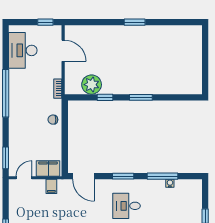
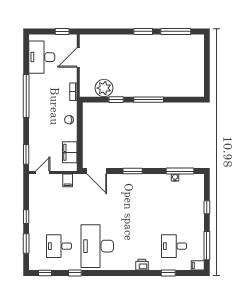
window: (171, 22) -> (176, 31), added
door: (63, 51) -> (78, 57), swing flipped
window: (141, 97) -> (149, 100), width x1.44
filing cabinet: (48, 168) -> (70, 152), moved, turned -90
window: (162, 176) -> (180, 171), moved
desk: (127, 206) -> (136, 198), removed

